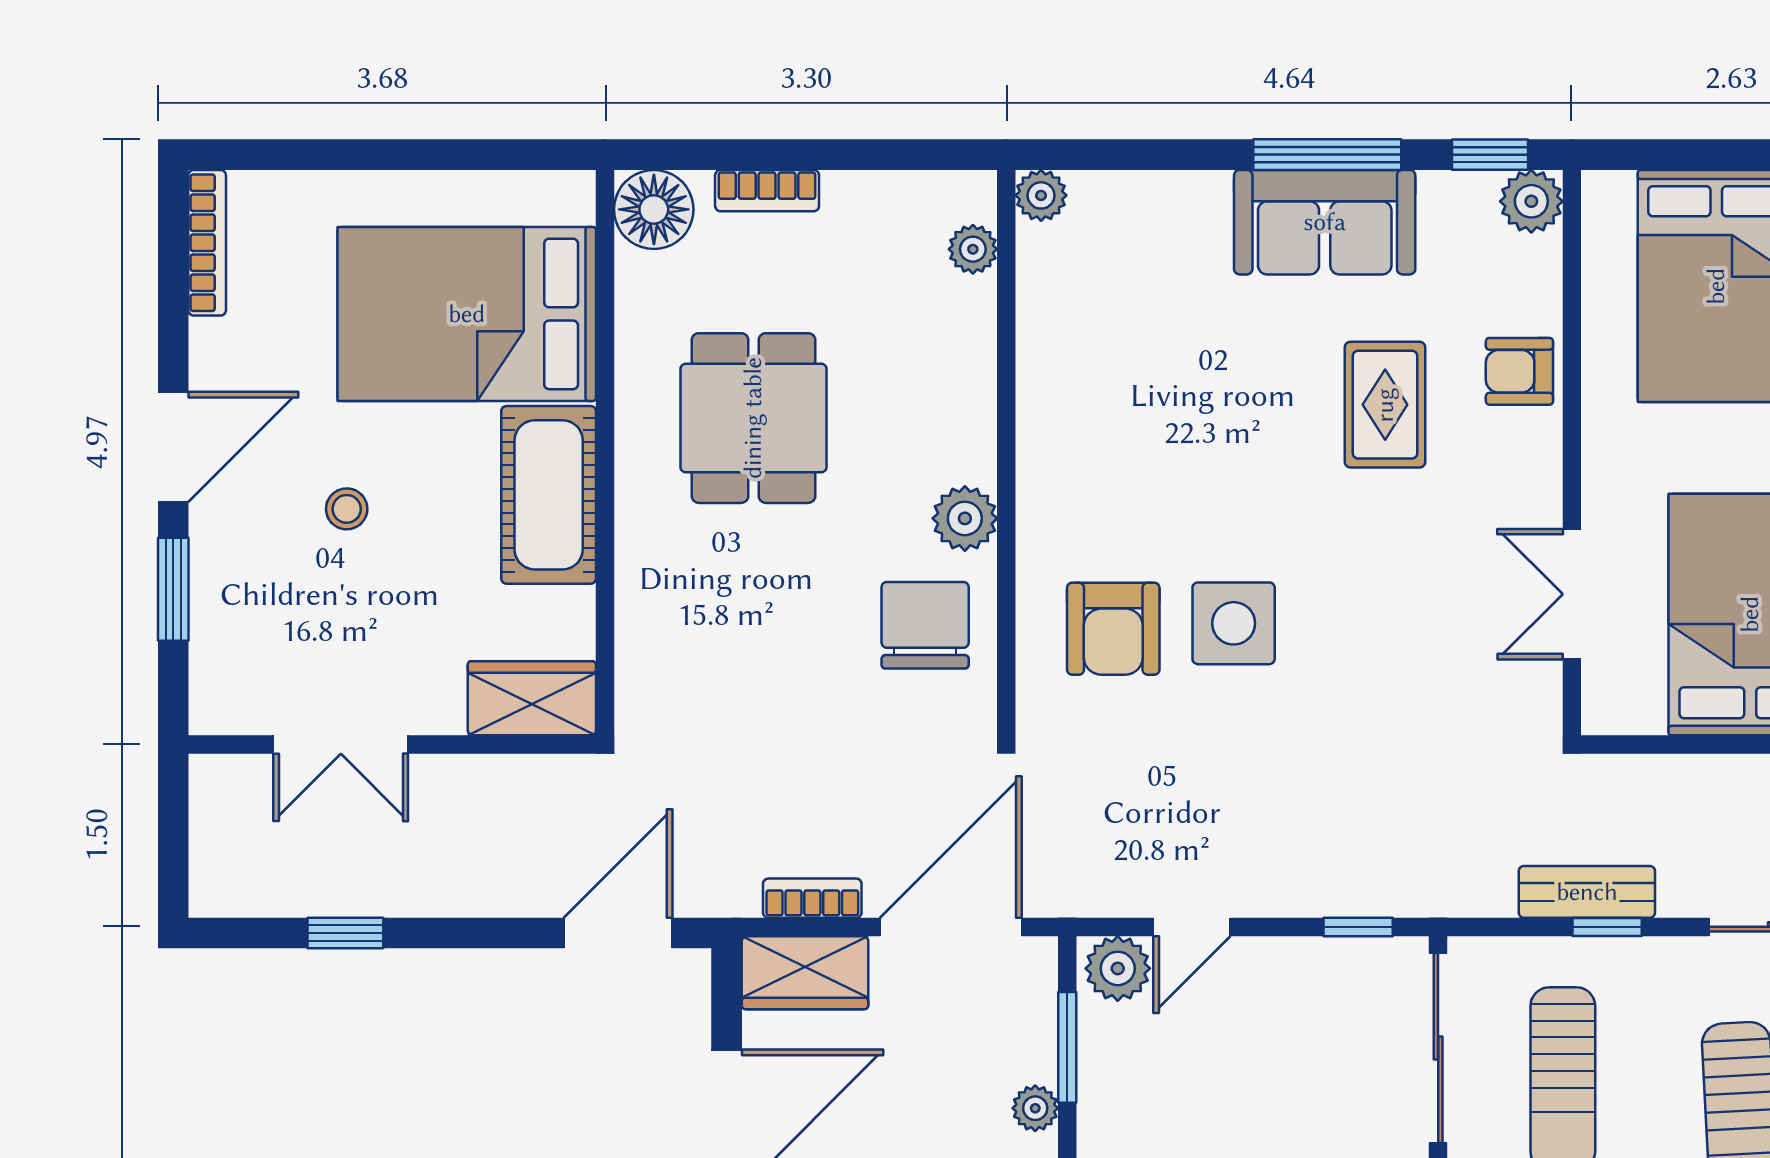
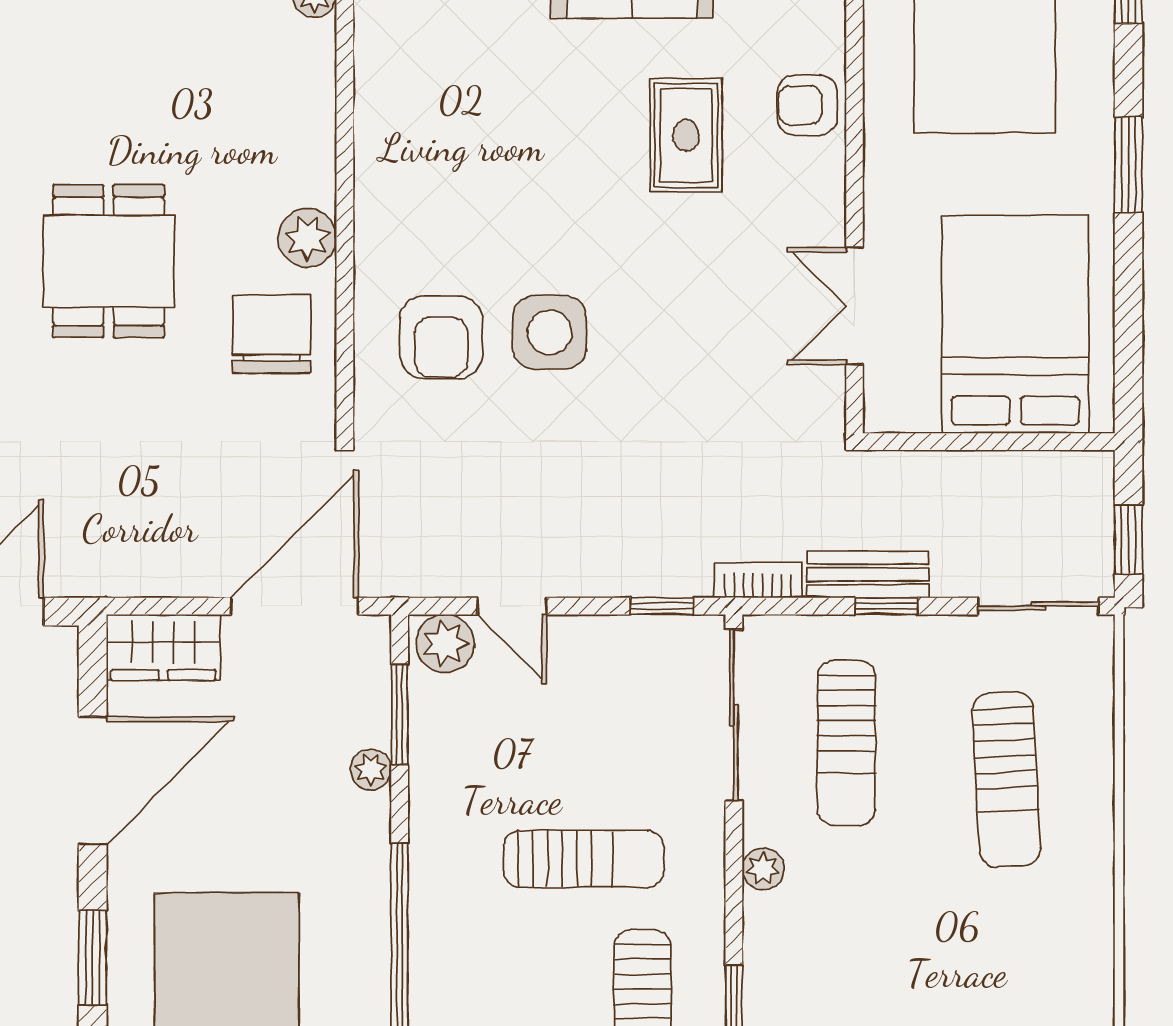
dining table: (753, 418) -> (109, 261), moved
bookcase: (812, 898) -> (758, 580), moved
door: (1192, 927) -> (512, 606), hinge flipped

